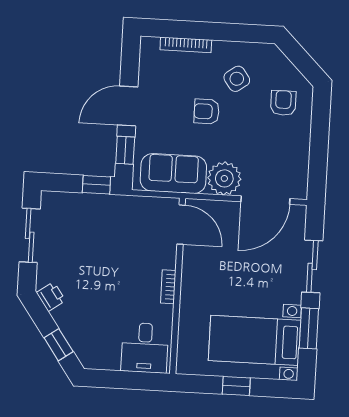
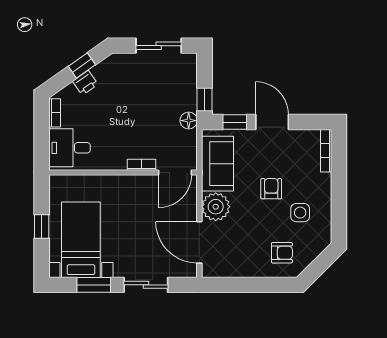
bookcase: (186, 45) -> (326, 151), moved
side table: (237, 79) -> (300, 213), turned 36
floor lamp: (120, 205) -> (189, 121), added
bookcase: (168, 287) -> (142, 165), moved
printer: (51, 297) -> (85, 83), moved
window: (59, 345) -> (82, 65), moved
bookcase: (102, 363) -> (55, 113), added

